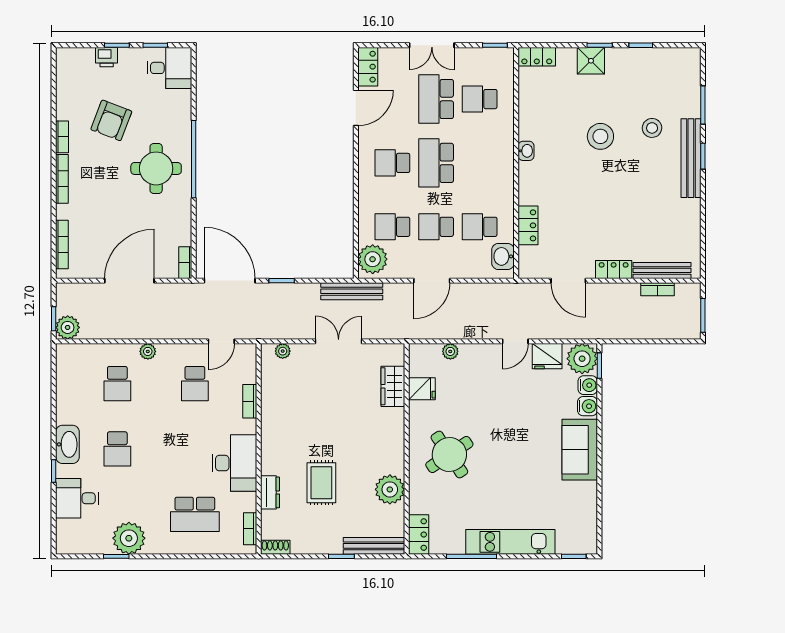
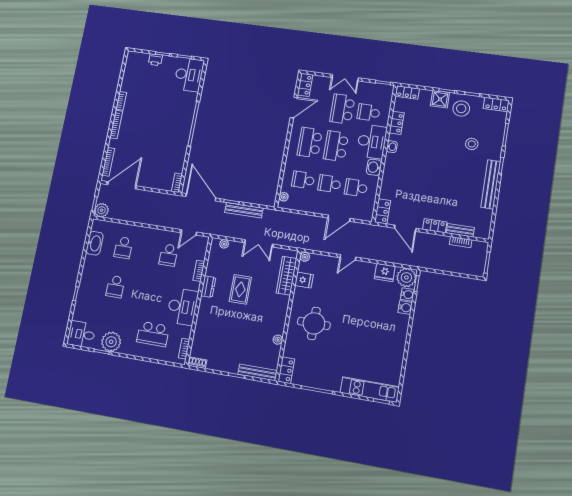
locker: (681, 57) -> (496, 104), added
desk: (169, 68) -> (189, 75), width x1.37
locker: (528, 110) -> (397, 123), added
armchair: (111, 120) -> (151, 95), removed
stool: (600, 136) -> (461, 109), moved
desk: (493, 147) -> (372, 141), added
bench: (691, 158) -> (491, 184), moved
school desk: (392, 163) -> (310, 142), width x1.85
round table: (156, 168) -> (171, 126), removed
locker: (528, 225) -> (382, 211), moved
washbasin: (503, 256) -> (374, 167), moved
plant: (373, 259) -> (284, 197), width x0.53, depth x0.53
bench: (662, 270) -> (460, 230), width x0.73
door: (129, 281) -> (122, 185), moved
door: (432, 281) -> (339, 218), moved
bench: (352, 291) -> (244, 210), moved
double door: (339, 341) -> (259, 243), swing flipped
door: (515, 341) -> (348, 257), moved
plant: (148, 351) -> (145, 232), removed
plant: (450, 351) -> (305, 257), moved
wardrobe: (393, 386) -> (287, 276), width x1.50
washbasin: (67, 444) -> (95, 243), moved
sofa: (580, 450) -> (396, 334), removed
round table: (449, 455) -> (314, 323), turned 34
rug: (321, 483) -> (240, 289), moved
plant: (390, 489) -> (278, 340), width x0.53, depth x0.53
dresser: (270, 492) -> (208, 287), moved
desk: (77, 498) -> (81, 334), moved
kitchen unit: (510, 542) -> (370, 390), moved

